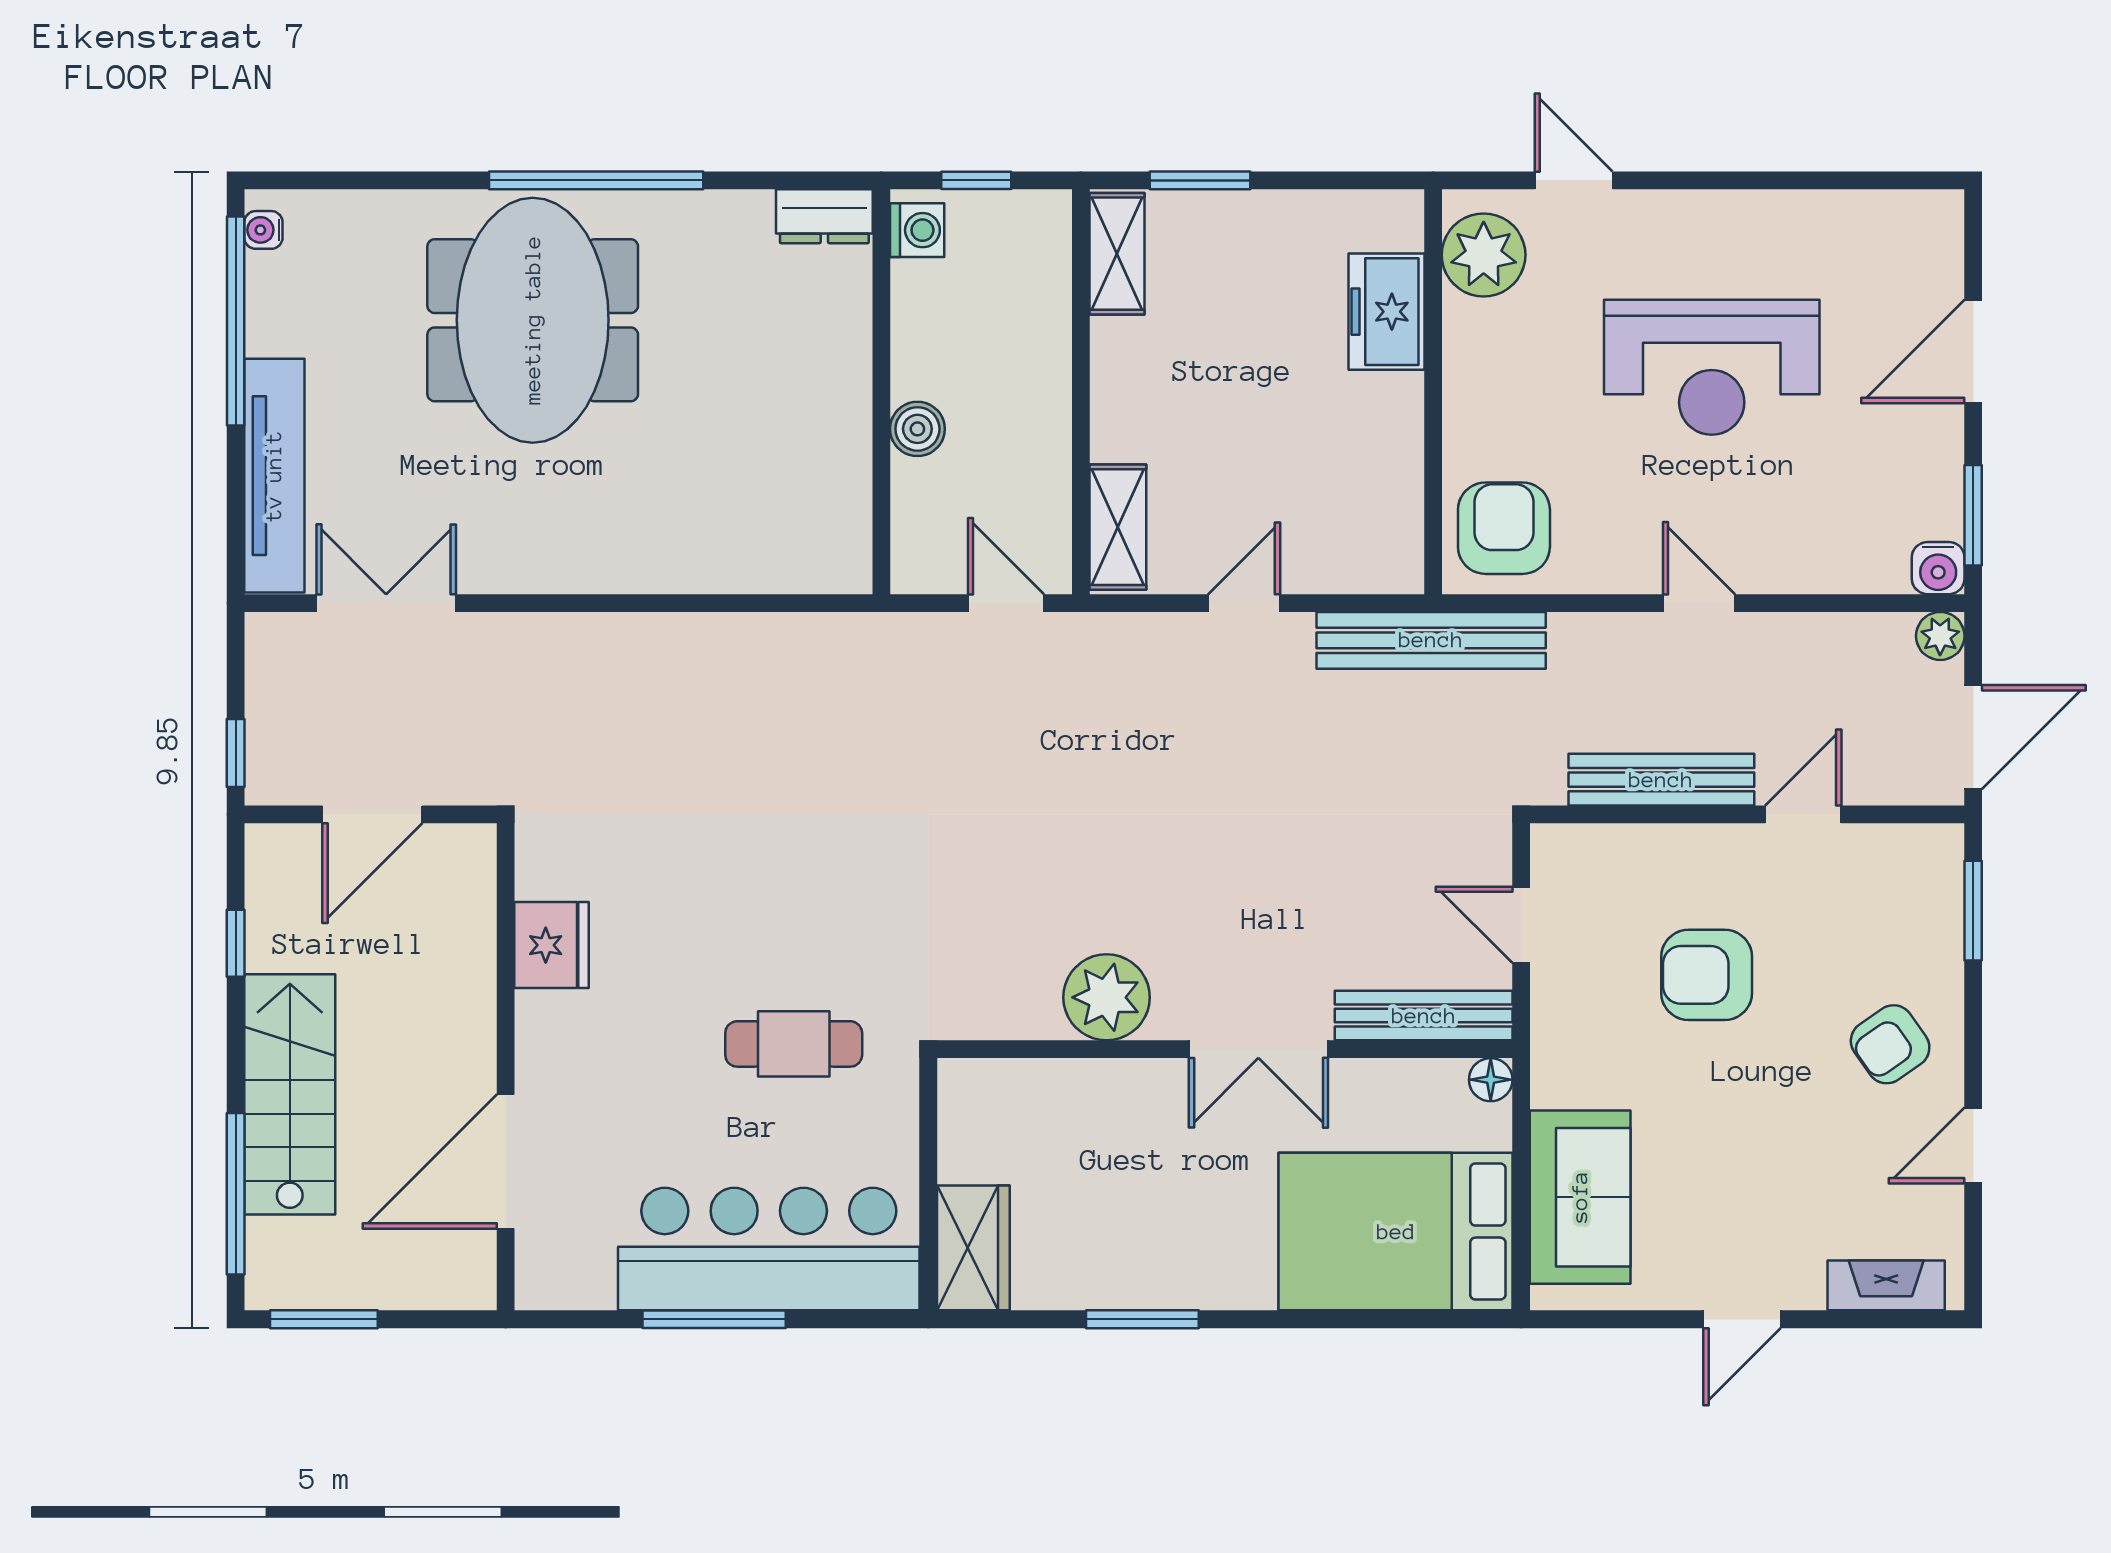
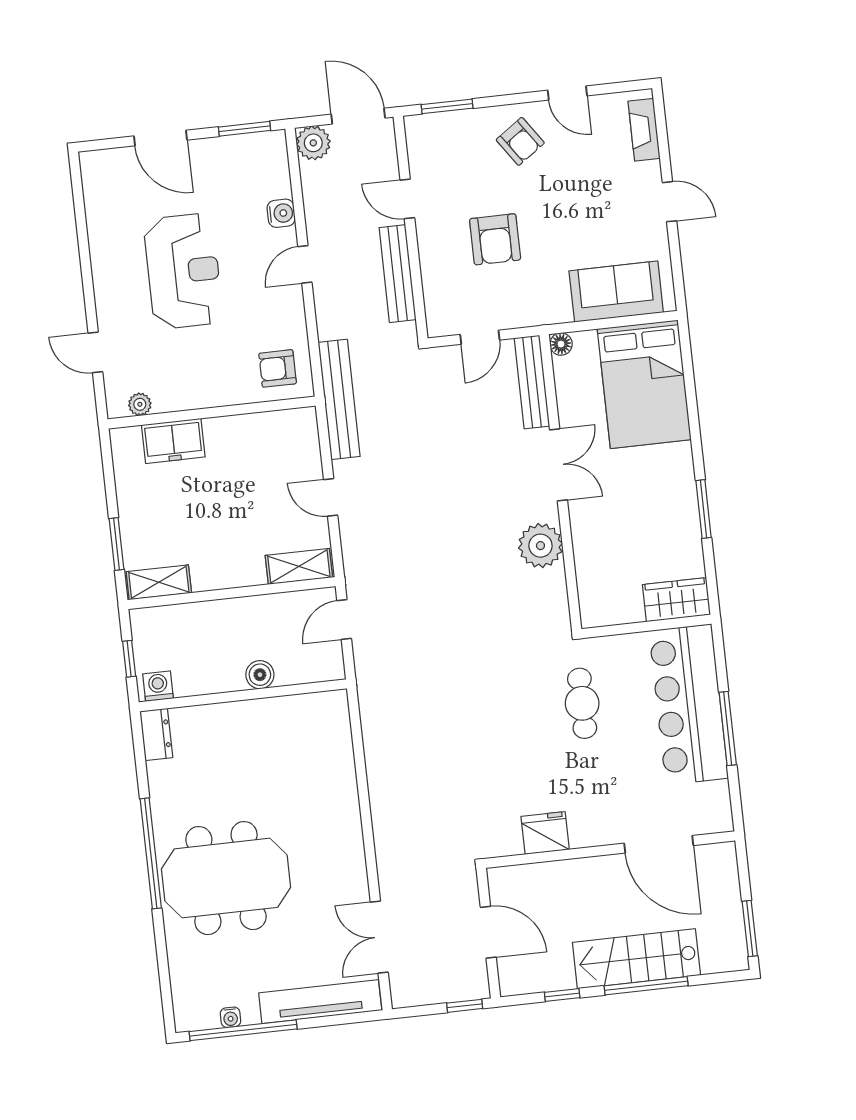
door: (1574, 180) -> (95, 352), hinge flipped
water cooler: (263, 230) -> (230, 1017), moved
plant: (1484, 255) -> (140, 404), width x0.53, depth x0.53
armchair: (1504, 528) -> (278, 368), width x0.72, depth x0.72
water cooler: (1938, 568) -> (281, 213), moved
plant: (1940, 636) -> (313, 143), width x1.38, depth x1.38
window: (236, 1194) -> (646, 986), moved

